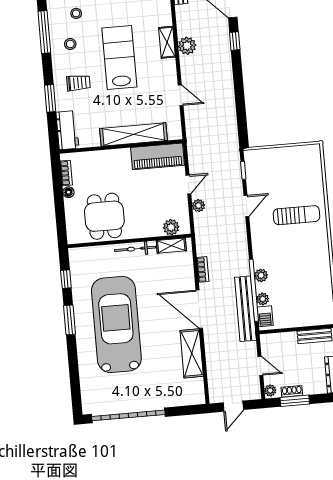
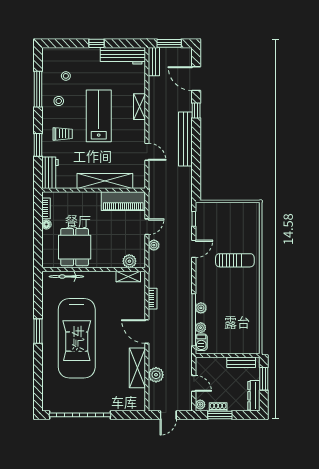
plant: (187, 46) -> (156, 375), moved
bicycle: (135, 249) -> (66, 277), moved
window: (66, 279) -> (38, 297), removed
door: (199, 309) -> (147, 331), width x0.73
bench: (245, 309) -> (185, 139), moved
car: (116, 324) -> (77, 338), turned 180

